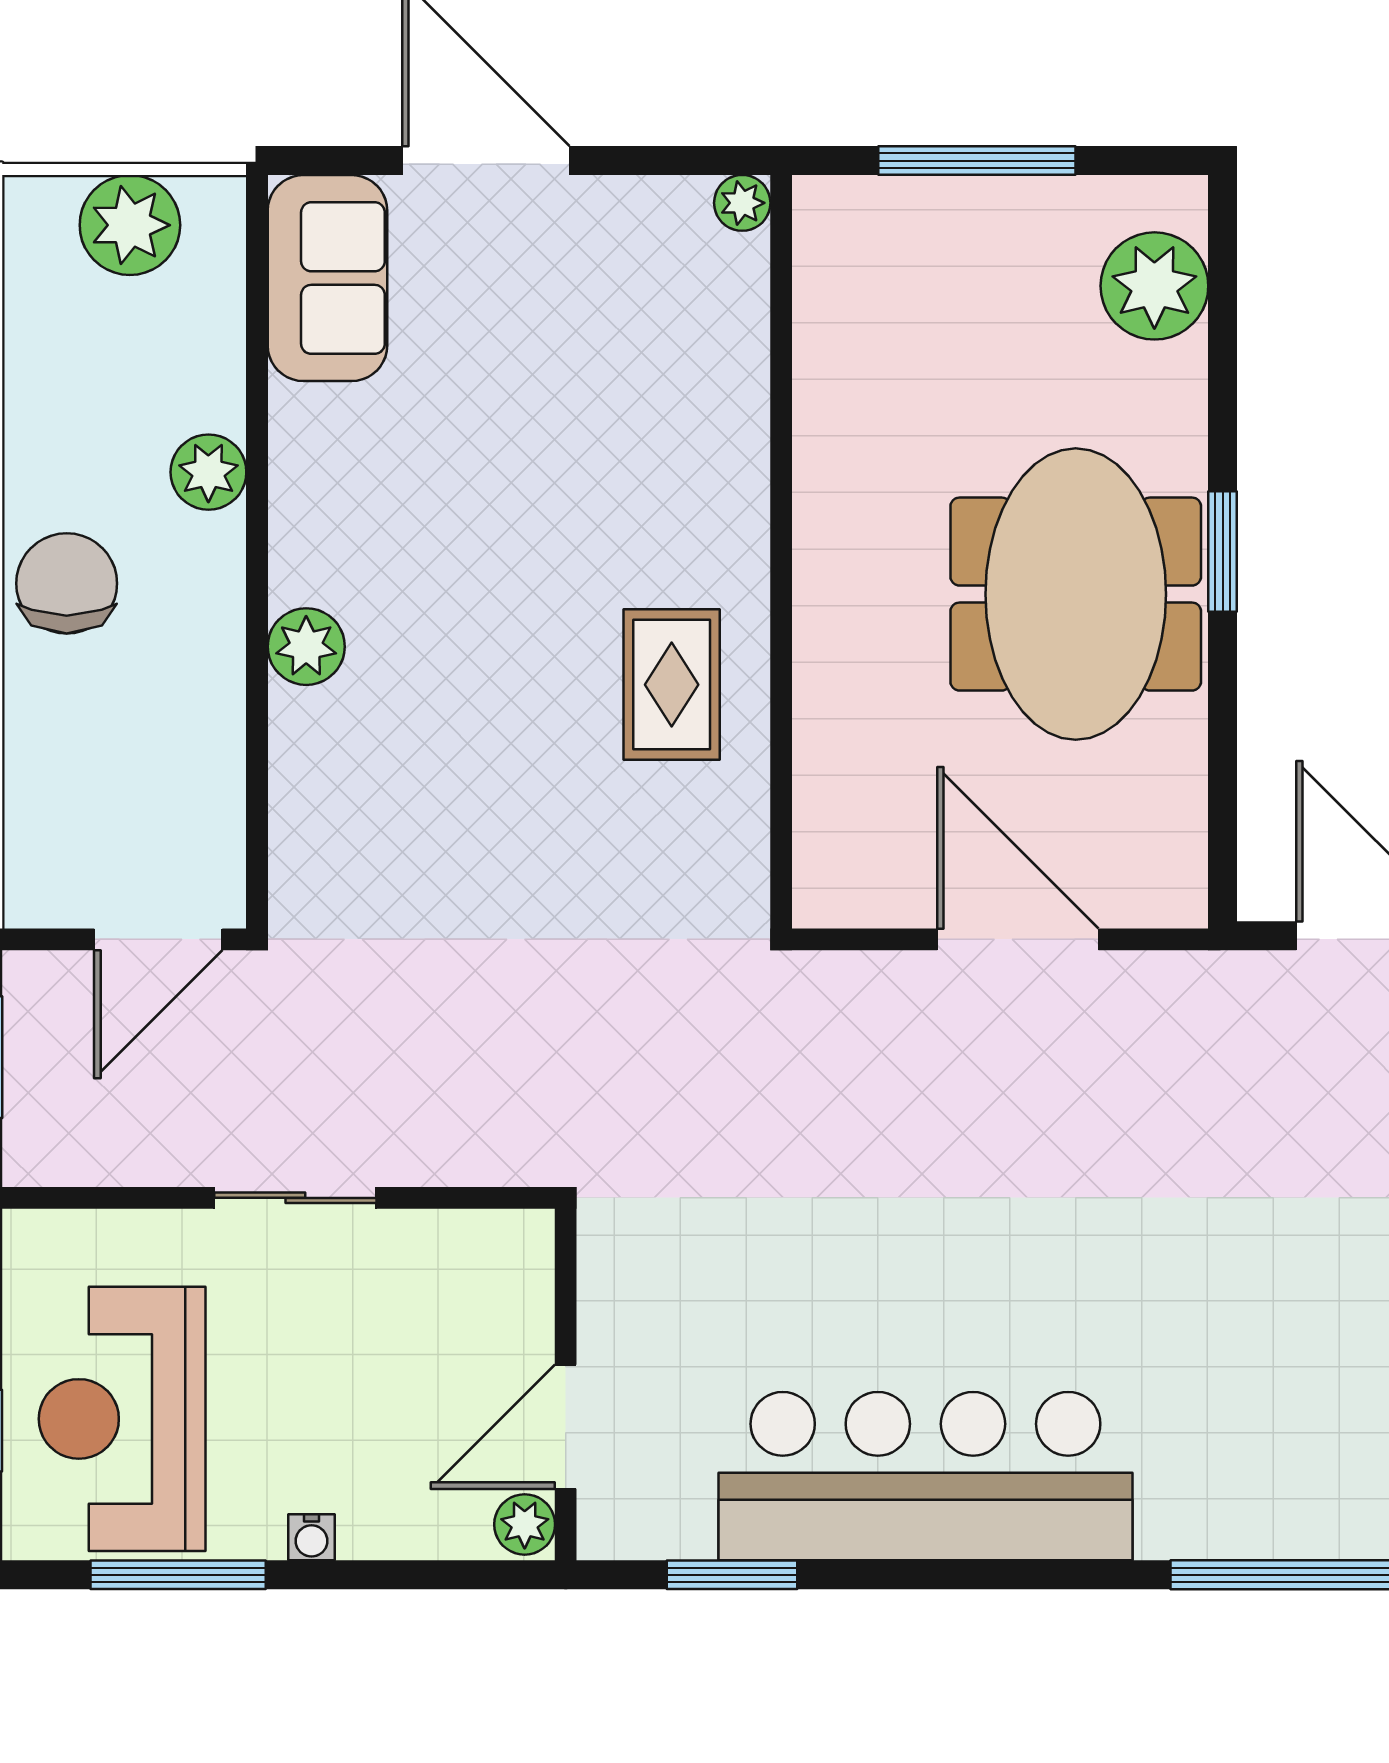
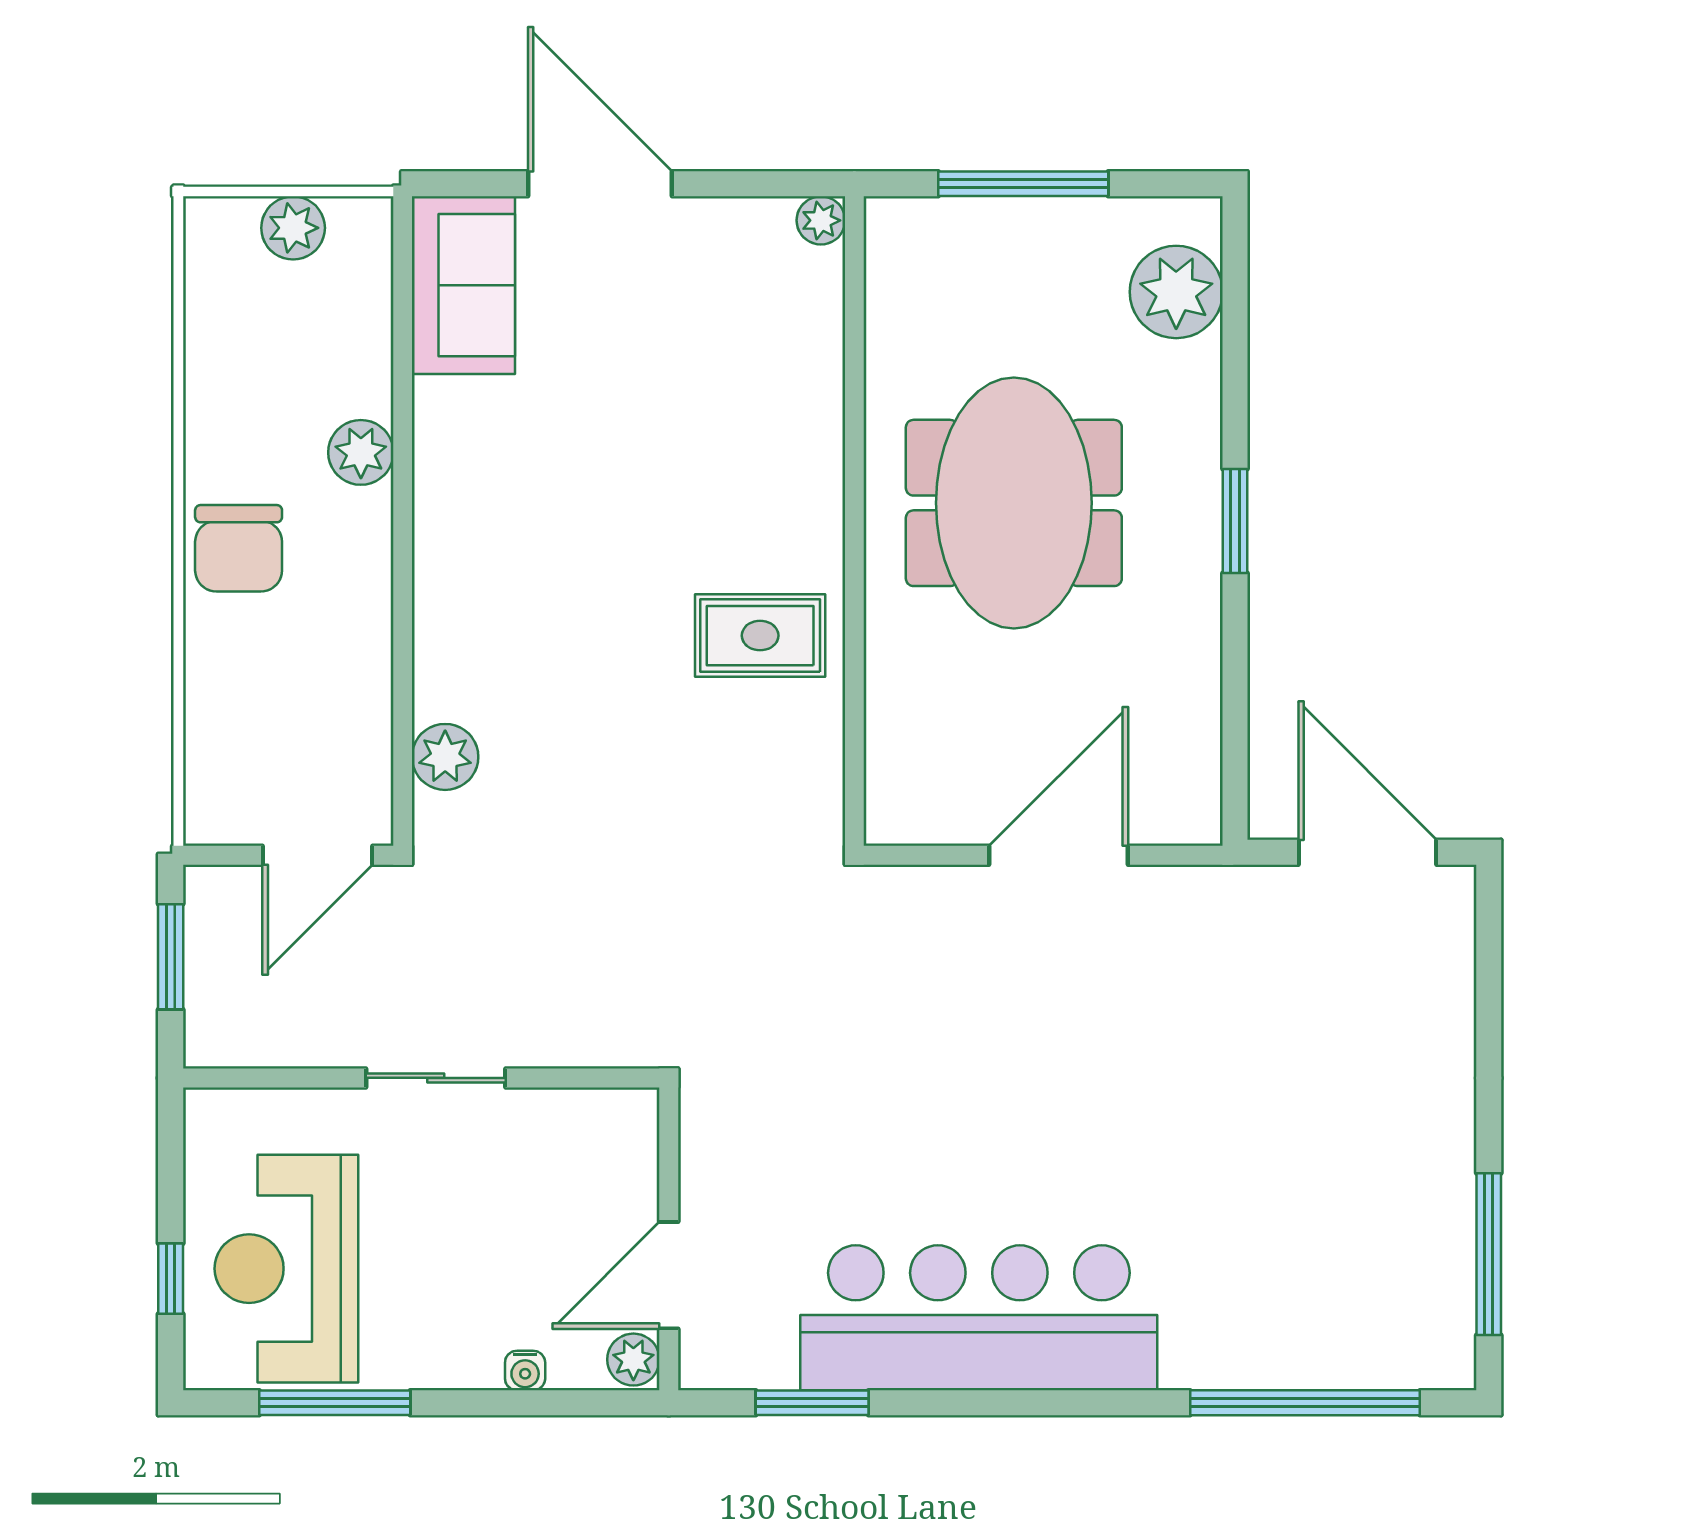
plant: (130, 225) -> (293, 228), width x0.73, depth x0.73
chair: (67, 583) -> (239, 548), turned 180
meeting table: (1076, 594) -> (1014, 503), moved
plant: (306, 647) -> (445, 757), moved
rug: (672, 685) -> (760, 636), turned 90
door: (1018, 939) -> (1059, 855), hinge flipped
water cooler: (312, 1537) -> (525, 1371), moved

